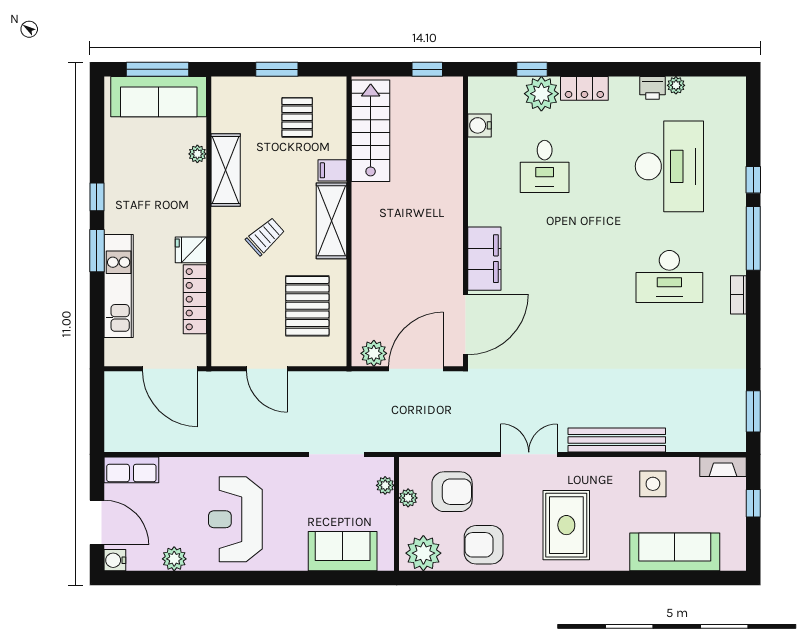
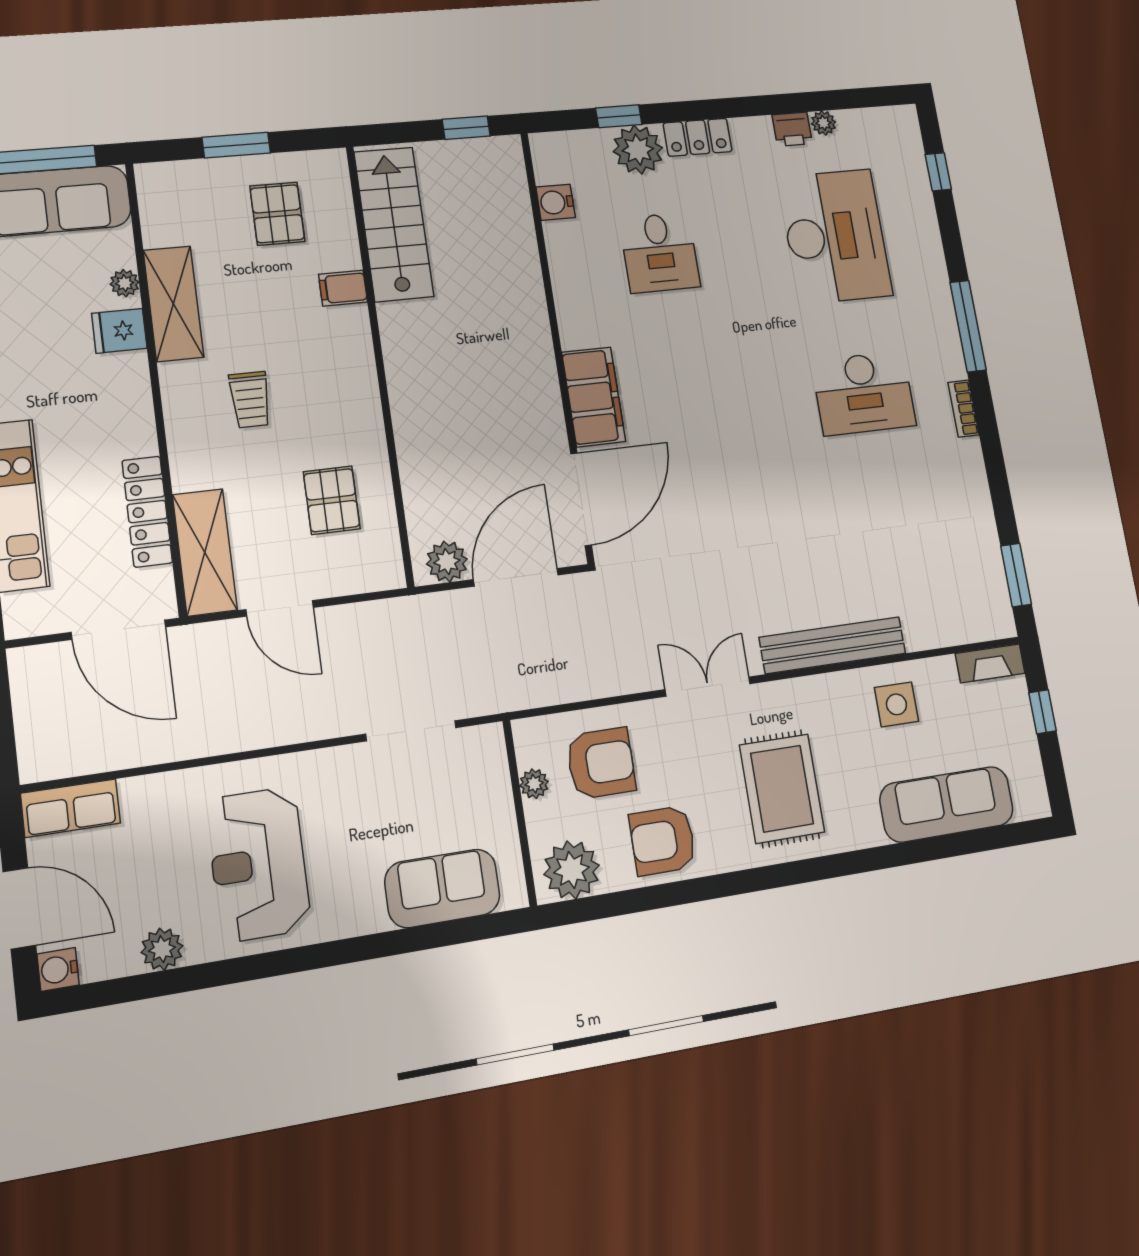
window: (753, 180) -> (938, 172), moved
shelving: (331, 221) -> (205, 552), moved
trolley: (265, 236) -> (250, 400), turned 132
fridge: (191, 250) -> (119, 331), moved
pallet: (307, 306) -> (332, 500), width x0.67, depth x0.71
plant: (385, 485) -> (495, 769), removed

